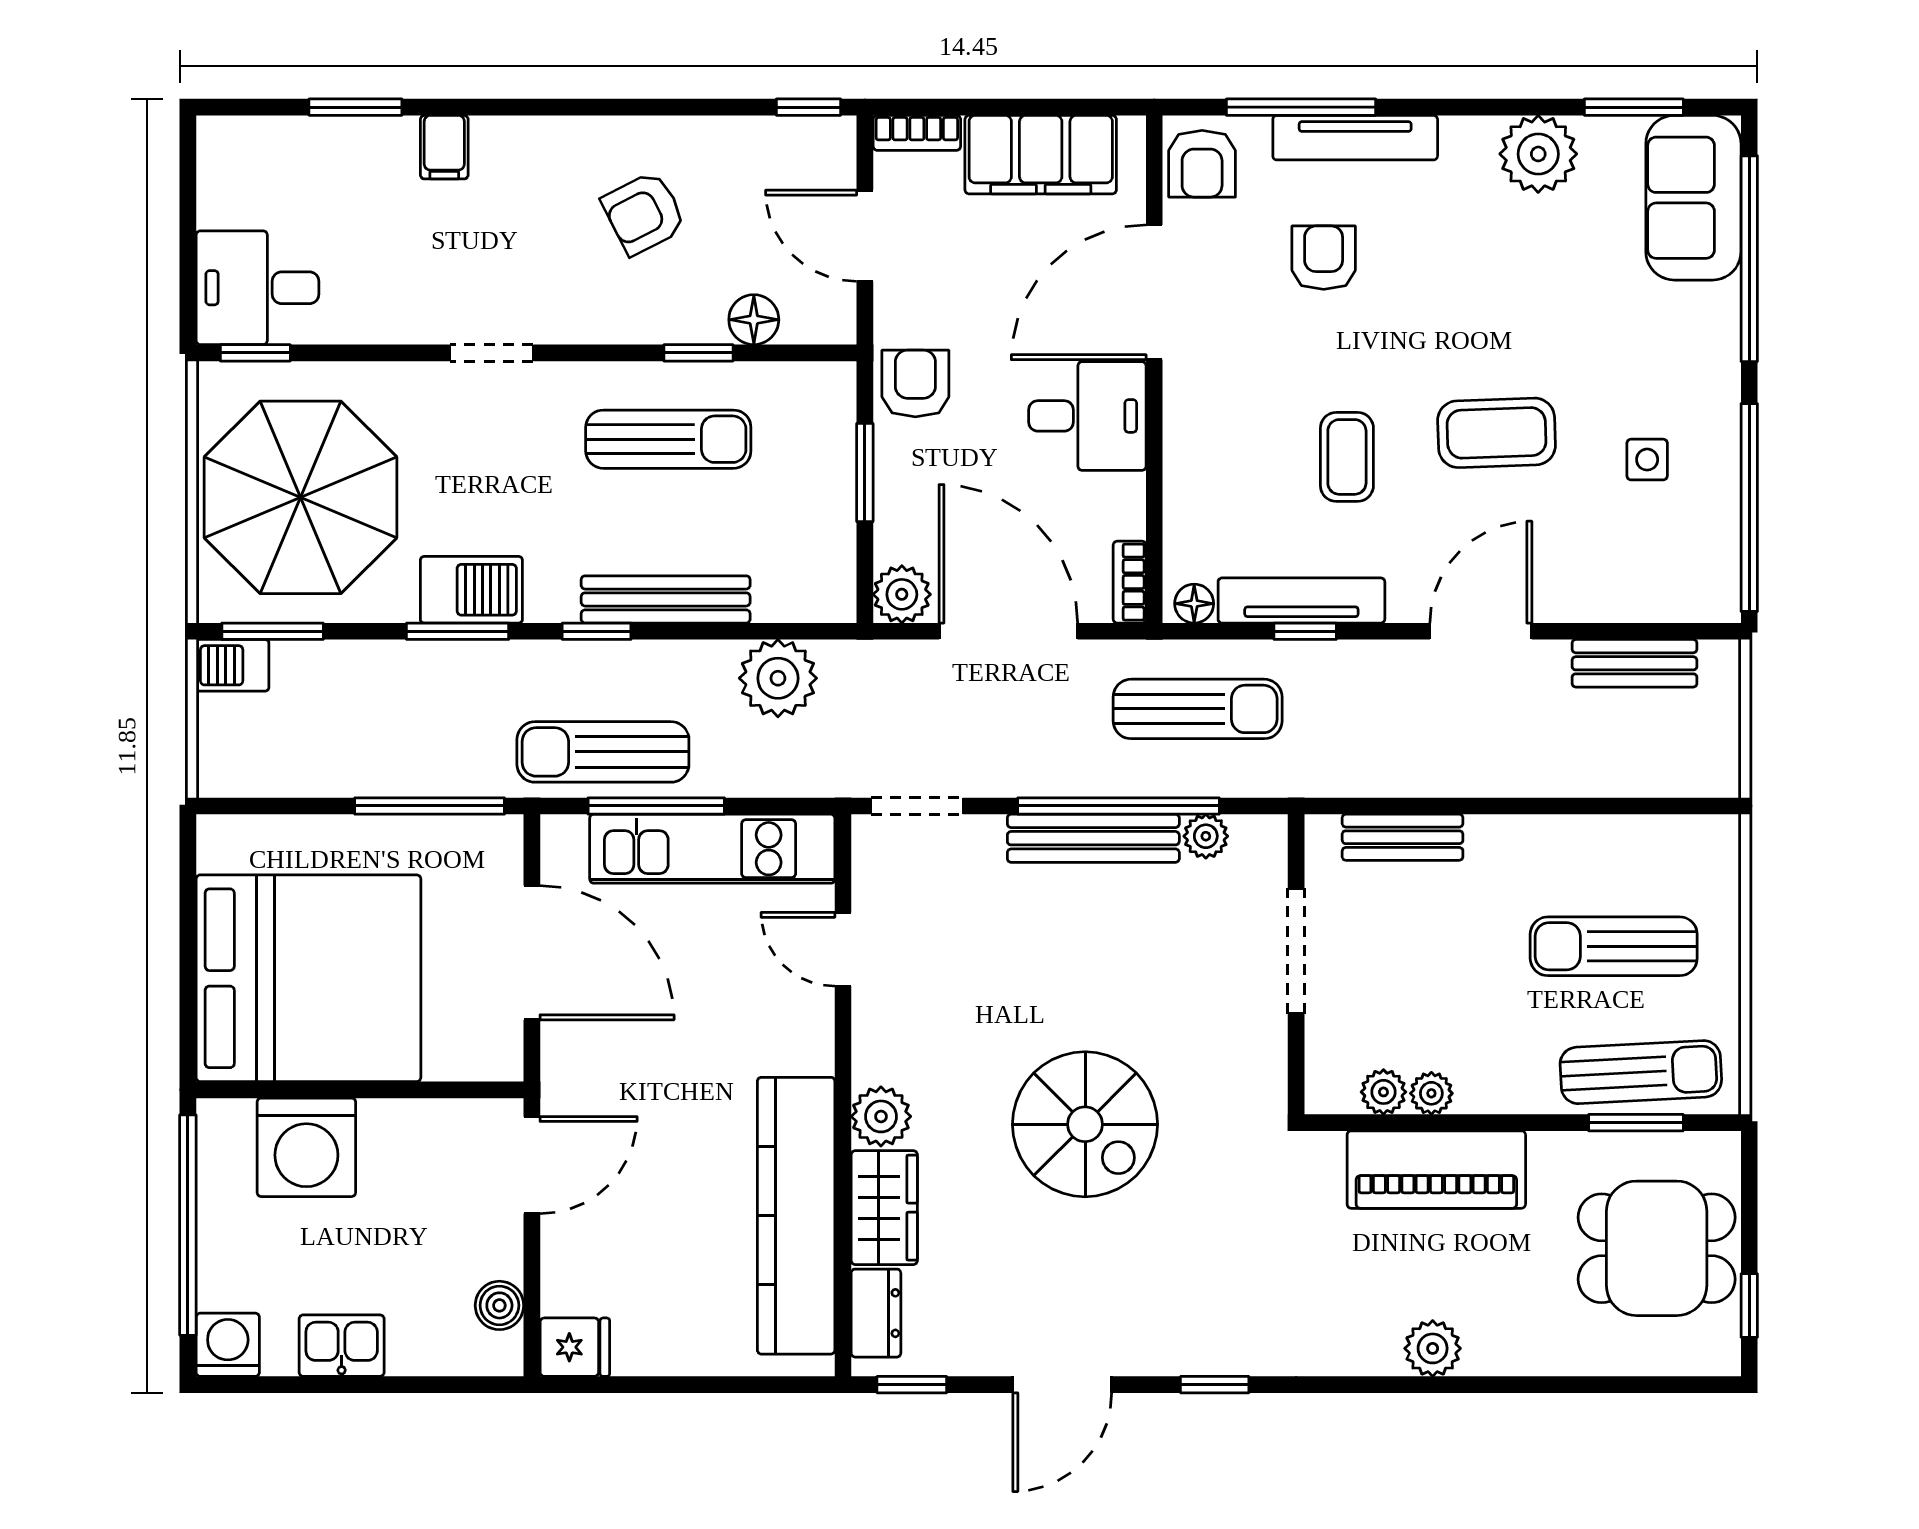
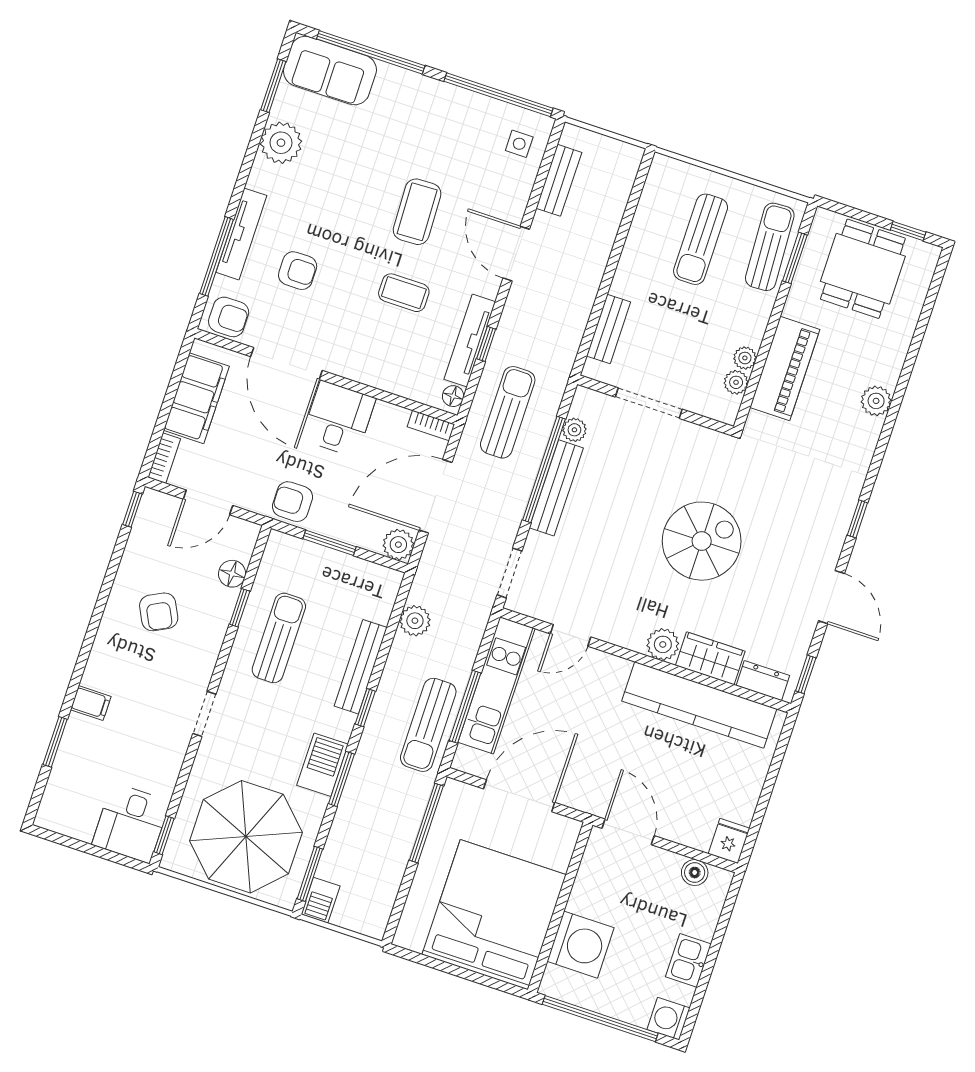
armchair: (1324, 258) -> (298, 271), turned 180
side table: (1647, 460) -> (519, 144), moved
plant: (778, 678) -> (415, 621), width x0.73, depth x0.73

